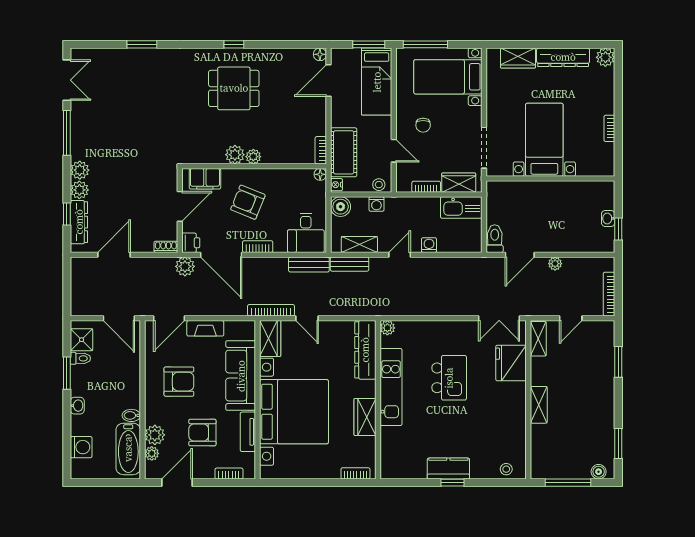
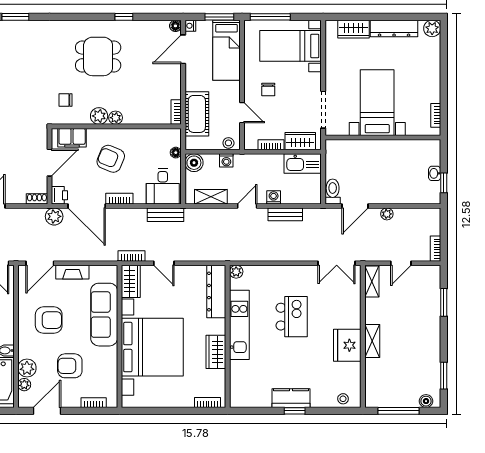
window: (234, 44) -> (124, 17), moved
bookcase: (609, 128) -> (436, 115), moved
chair: (198, 137) -> (66, 100), added
floor lamp: (320, 174) -> (176, 153), moved
nightstand: (336, 185) -> (190, 26), moved
bench: (350, 264) -> (285, 214), moved
bookcase: (609, 294) -> (435, 249), width x0.64
bookcase: (271, 310) -> (131, 256), width x0.64
fridge: (511, 363) -> (347, 345), moved
tv unit: (248, 432) -> (111, 365), removed

